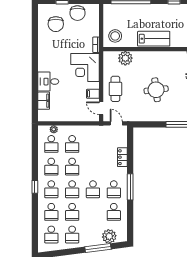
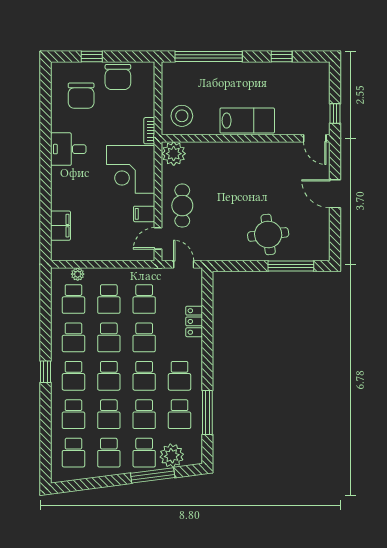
plant: (125, 58) -> (174, 154), moved
desk: (48, 82) -> (68, 149), moved
round table: (156, 90) -> (268, 234), moved
door: (101, 108) -> (158, 238), hinge flipped
school desk: (93, 144) -> (144, 299), added
school desk: (93, 167) -> (144, 337), added
window: (130, 187) -> (207, 413), moved
school desk: (93, 212) -> (144, 414), added
school desk: (93, 235) -> (144, 453), added

